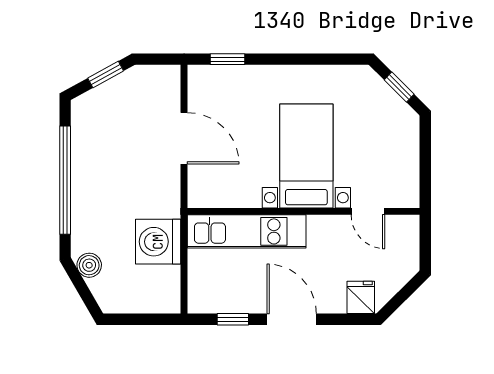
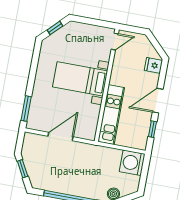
window: (228, 59) -> (26, 108), width x1.50
door: (368, 211) -> (115, 42), moved
washing machine: (158, 242) -> (132, 163), moved, turned 90

